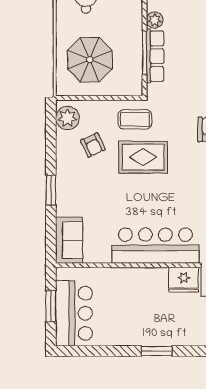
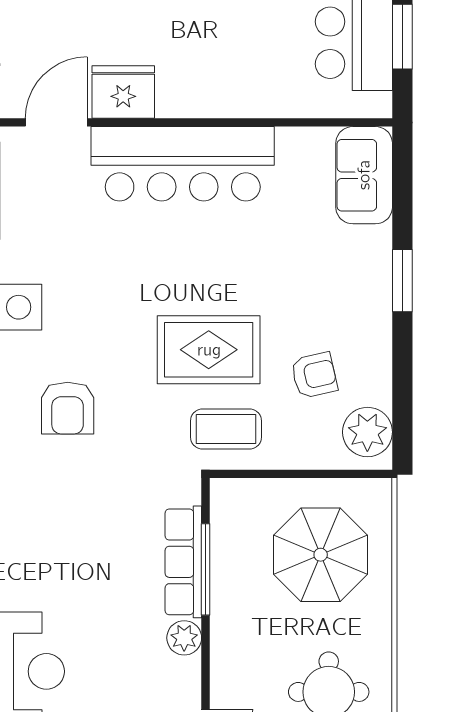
armchair: (93, 145) -> (314, 375), turned 102

